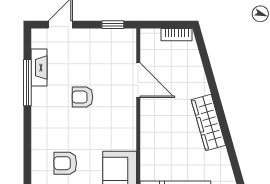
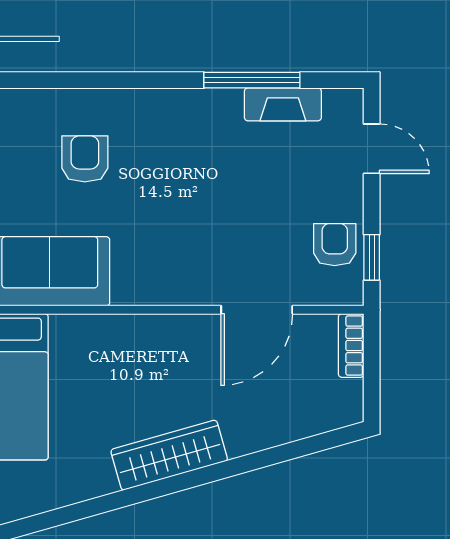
bookcase: (177, 35) -> (351, 346), moved
armchair: (83, 97) -> (335, 245), moved

